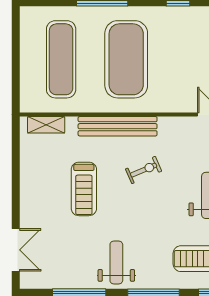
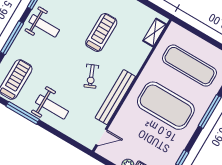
bench: (118, 126) -> (115, 97), moved
treadmill: (84, 189) -> (101, 33), turned 90

